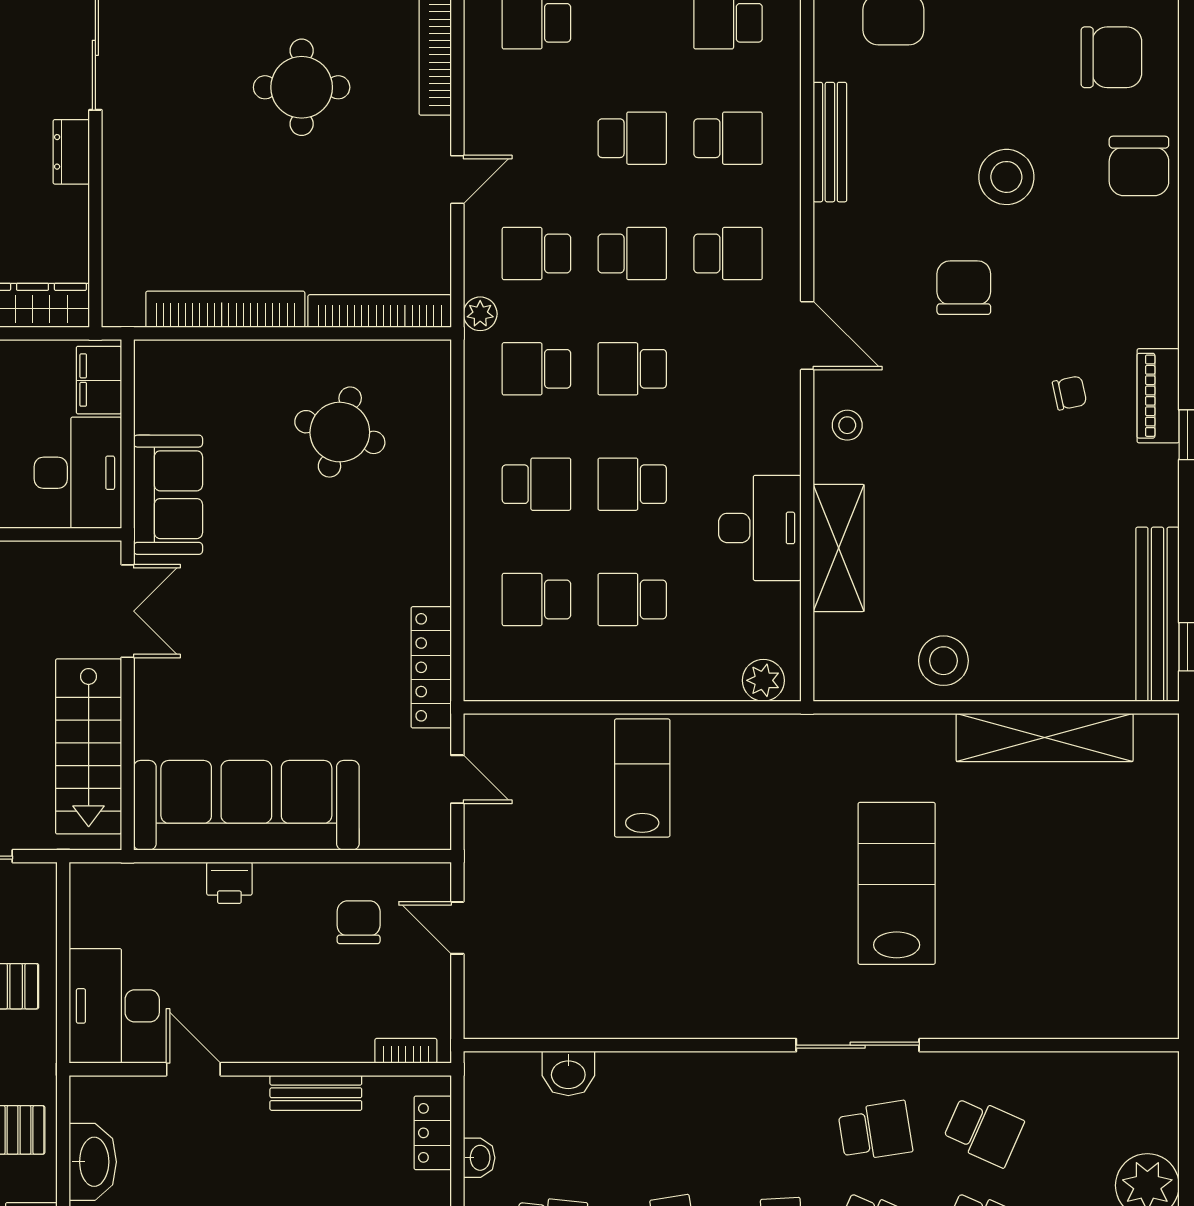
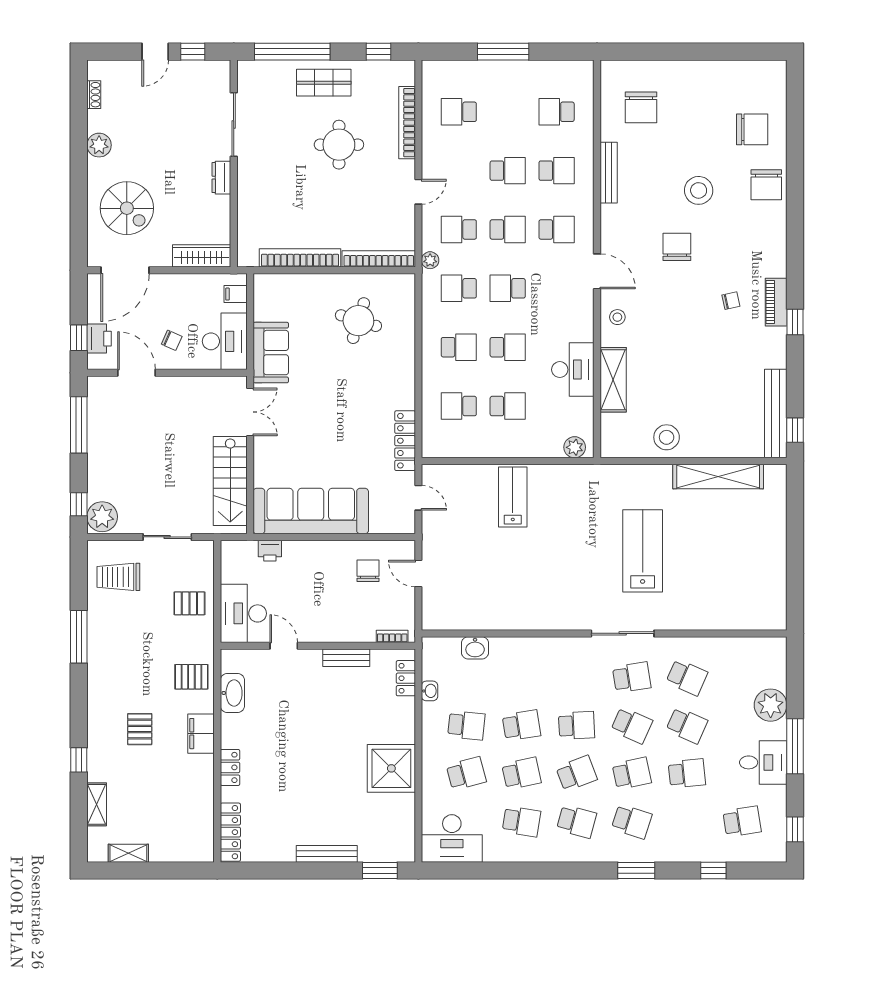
filing cabinet: (99, 380) -> (236, 294), width x0.50
school desk: (632, 484) -> (508, 347), turned 180
school desk: (632, 600) -> (508, 406), turned 180
printer: (229, 883) -> (270, 551), moved

